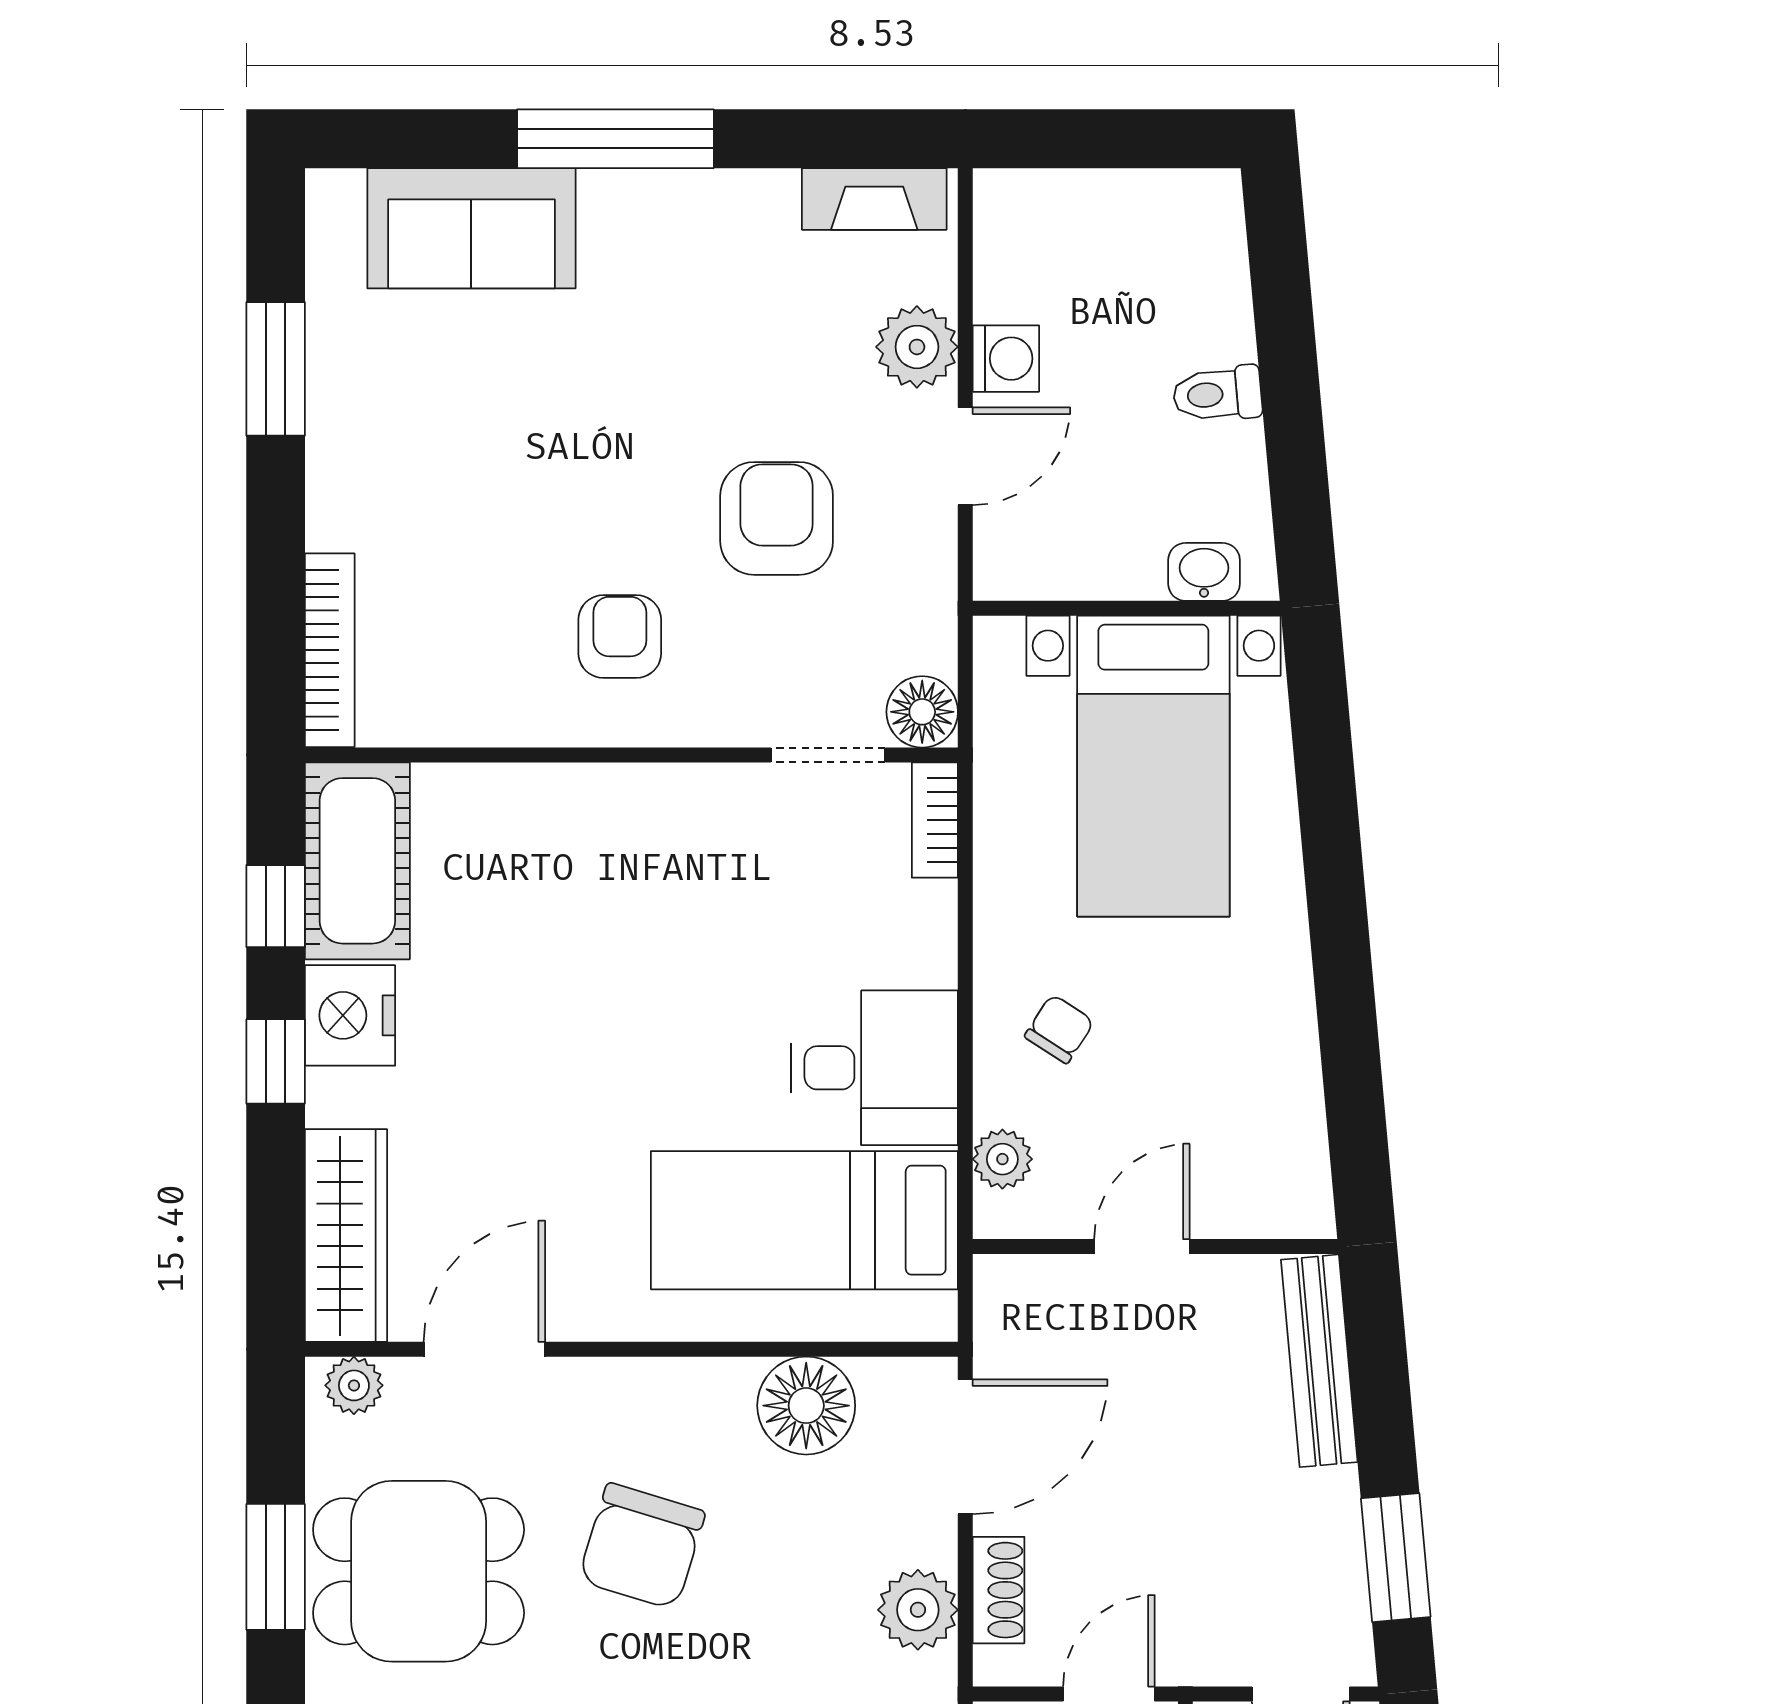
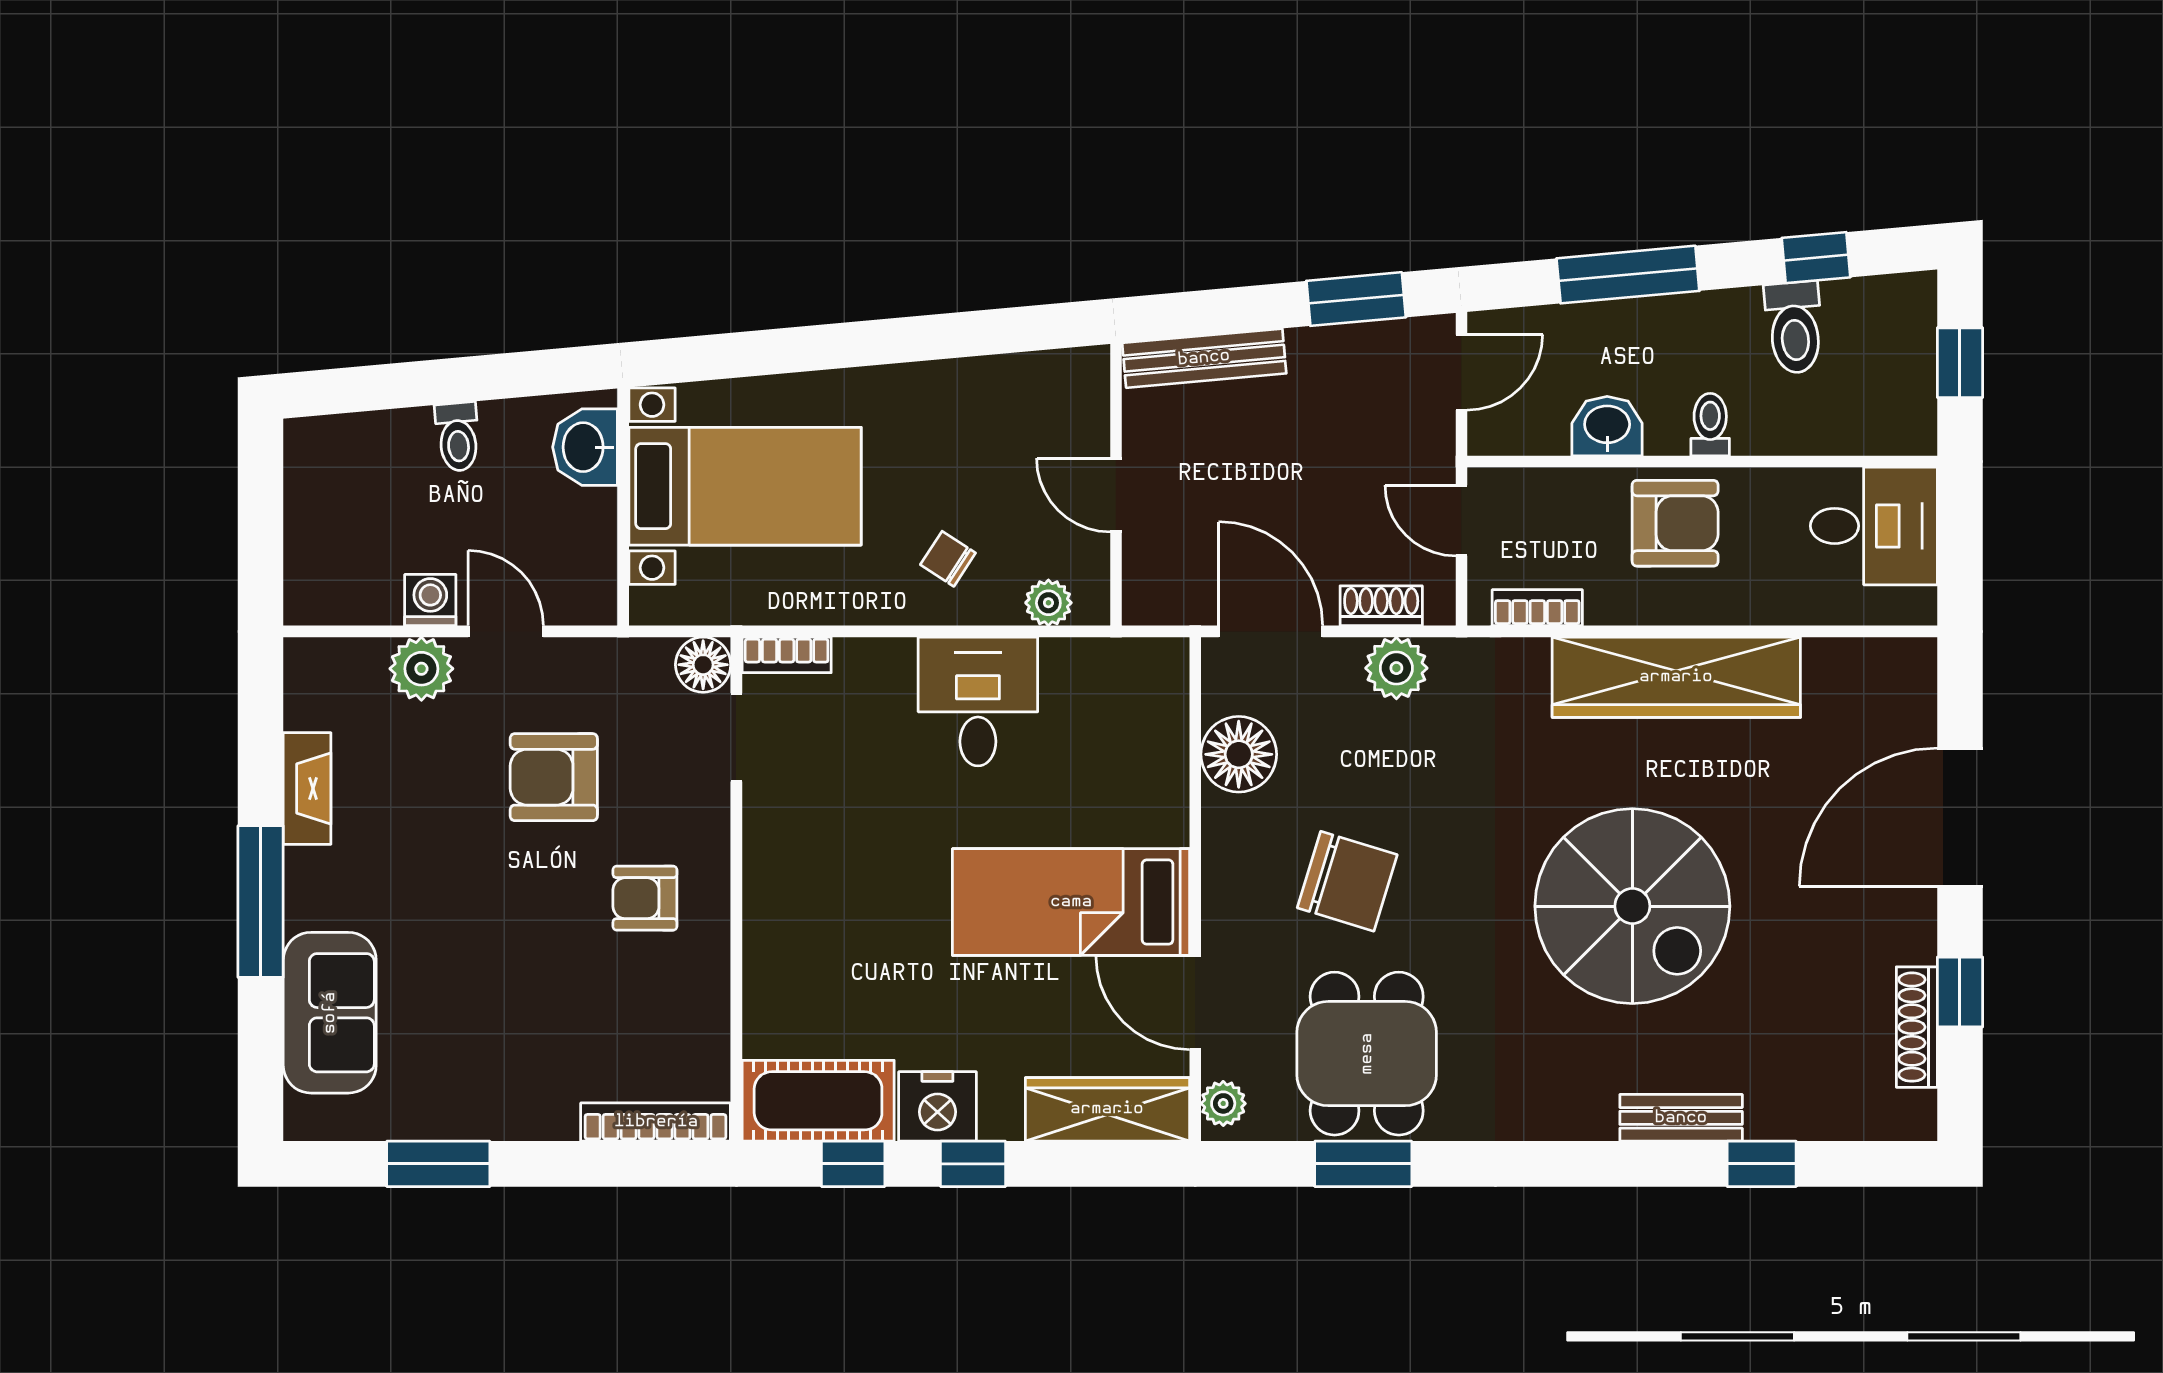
fireplace: (874, 199) -> (307, 788), moved
washbasin: (1204, 572) -> (585, 447), width x1.38, depth x1.45
bed: (804, 1220) -> (1071, 902), moved, turned 90

